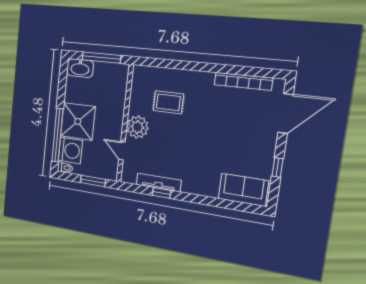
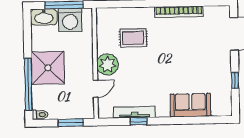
bookcase: (243, 81) -> (179, 12), moved
washing machine: (70, 151) -> (70, 20), moved, turned 90
door: (122, 151) -> (96, 89), swing flipped
sofa: (243, 190) -> (190, 105), moved

